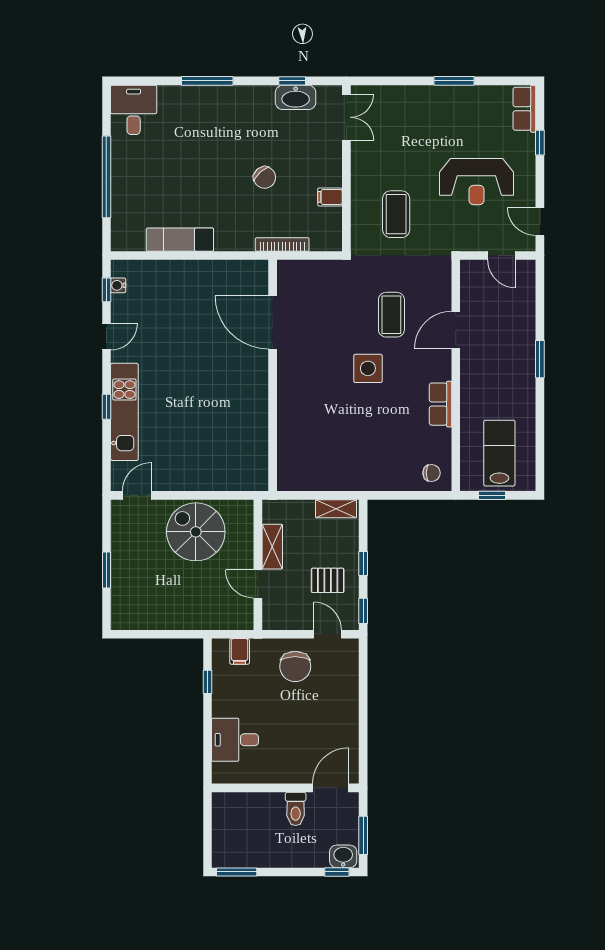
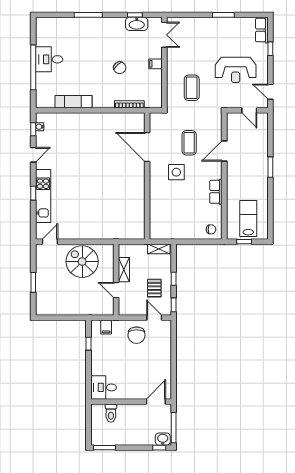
desk: (134, 110) -> (49, 59), moved, turned -90
filing cabinet: (330, 197) -> (155, 64), moved
door: (273, 322) -> (147, 147), moved
wall: (273, 375) -> (147, 176), moved
pallet: (328, 580) -> (154, 288), turned 90
desk: (235, 740) -> (104, 387), moved
toilet: (296, 809) -> (111, 413), moved
window: (363, 835) -> (174, 428), width x1.44

